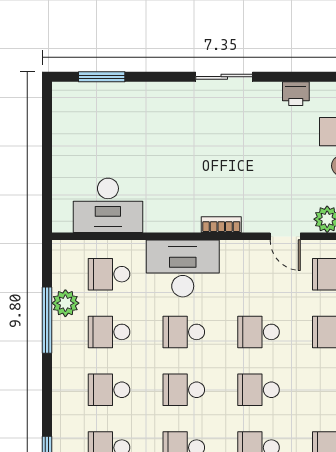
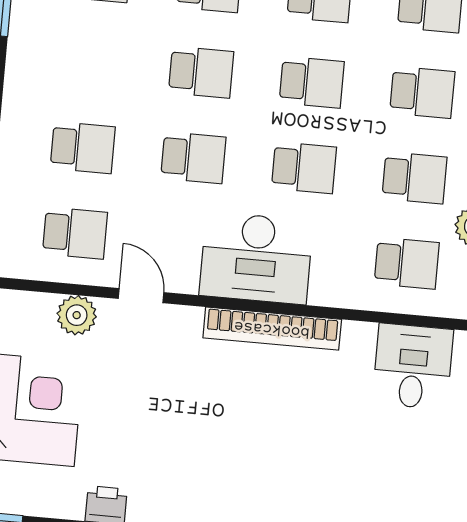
desk: (108, 205) -> (413, 366), width x0.73
bookcase: (221, 225) -> (272, 329), width x2.31, depth x1.31
desk: (183, 268) -> (256, 258), moved

